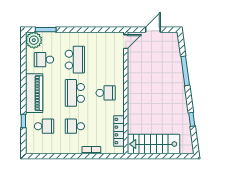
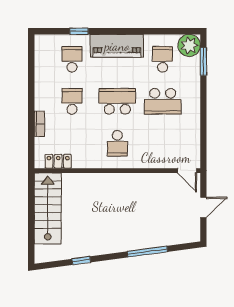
door: (153, 30) -> (203, 207), hinge flipped
school desk: (44, 126) -> (72, 59), turned 180
locker: (119, 131) -> (58, 161), width x0.66

